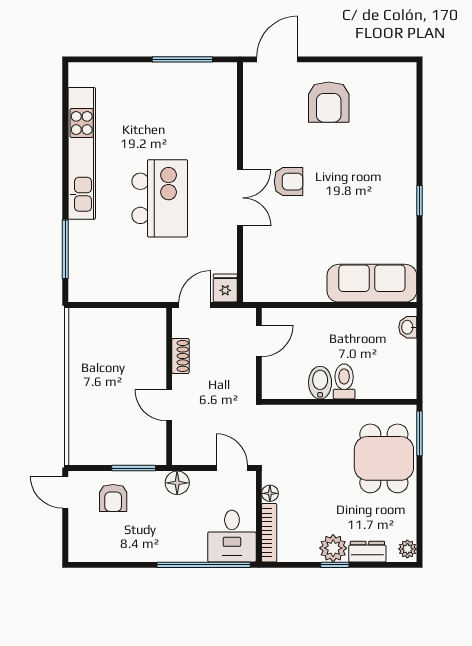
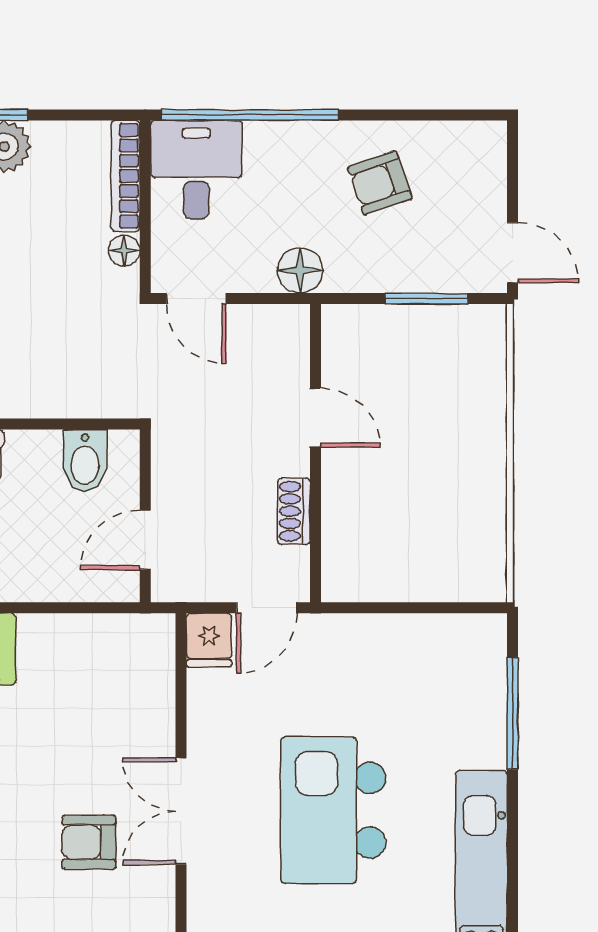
bidet: (320, 383) -> (85, 461), moved
window: (134, 468) -> (427, 299), moved
armchair: (113, 498) -> (380, 183), moved, turned -109

